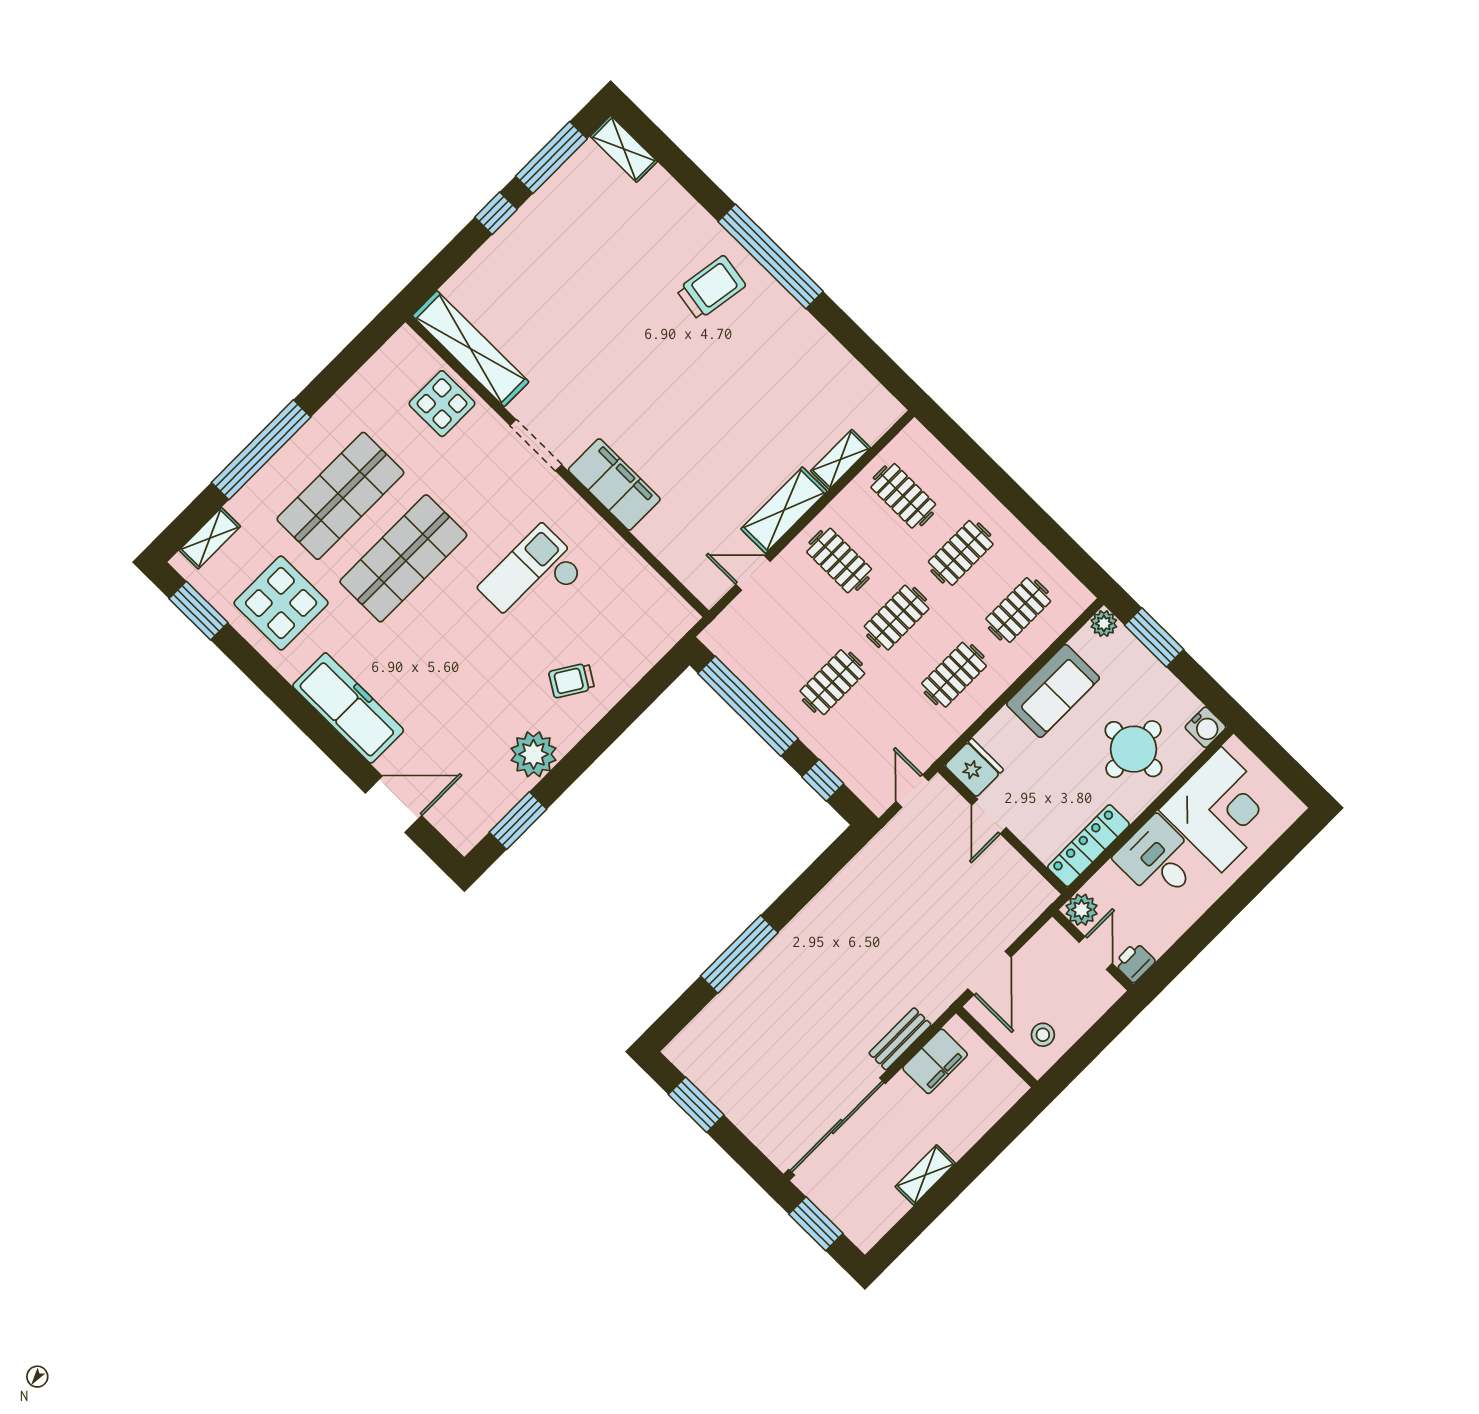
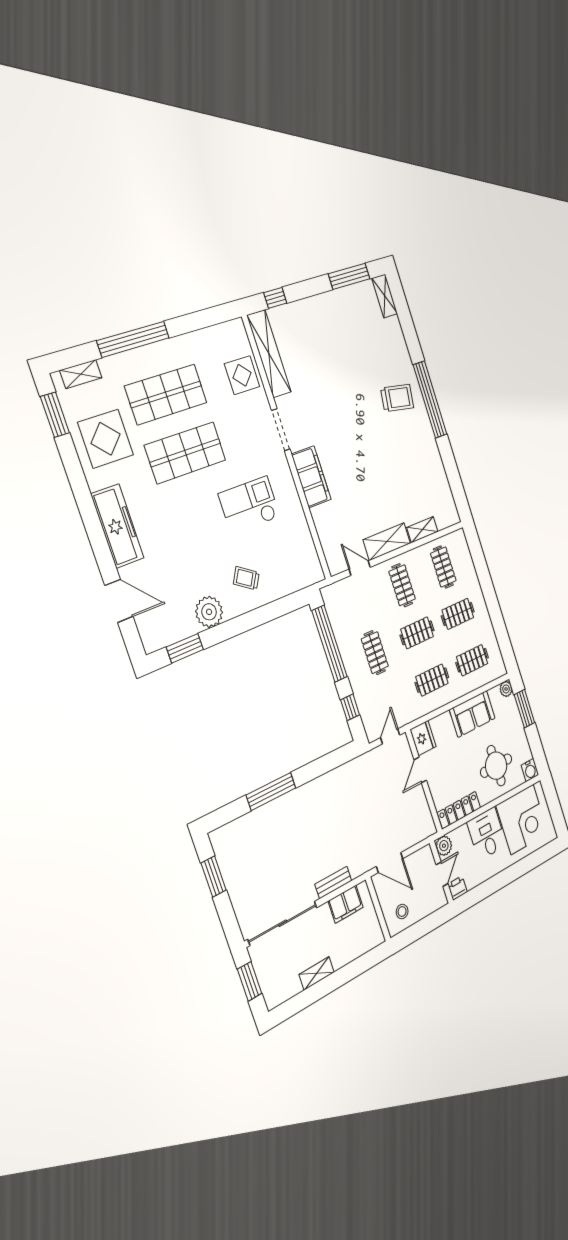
window: (496, 213) -> (275, 298), moved
clothes rail: (832, 682) -> (375, 653), turned 90
door: (989, 973) -> (390, 863), hinge flipped

